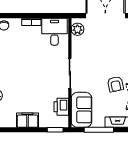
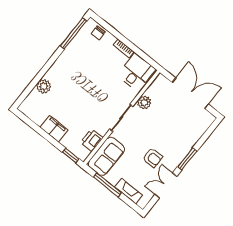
plant: (77, 29) -> (144, 102), moved
armchair: (115, 84) -> (152, 158), turned -78

